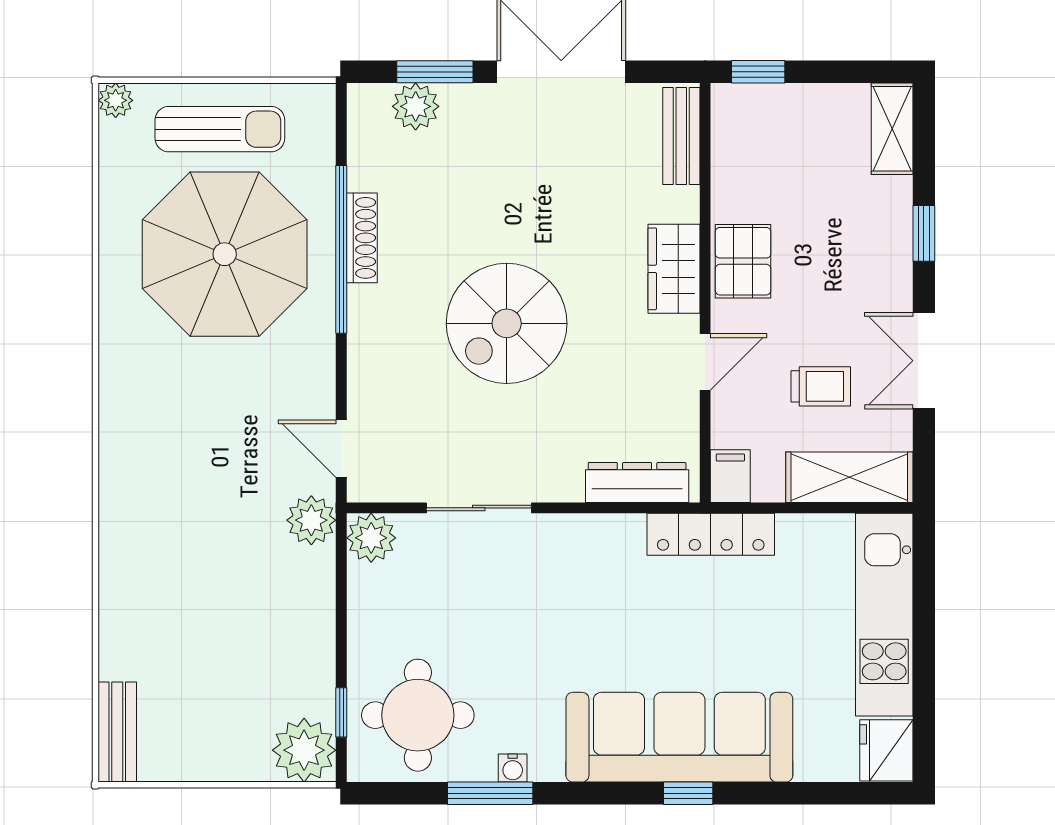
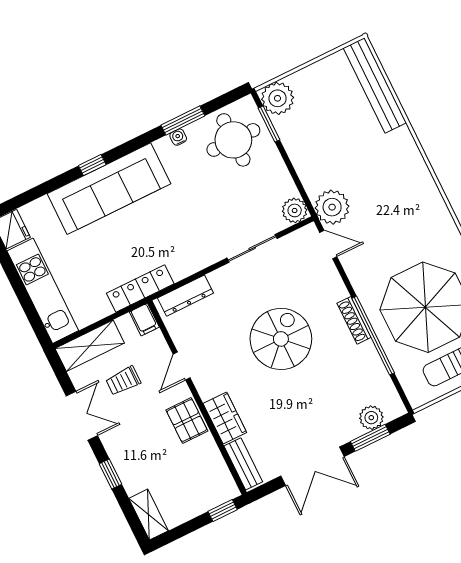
shoe rack: (362, 238) -> (354, 320), moved
wardrobe: (674, 269) -> (225, 418), moved
plant: (311, 520) -> (332, 207), width x1.36, depth x1.36
window: (341, 712) -> (269, 124), width x1.50
bench: (117, 732) -> (375, 85), width x1.86, depth x1.21

